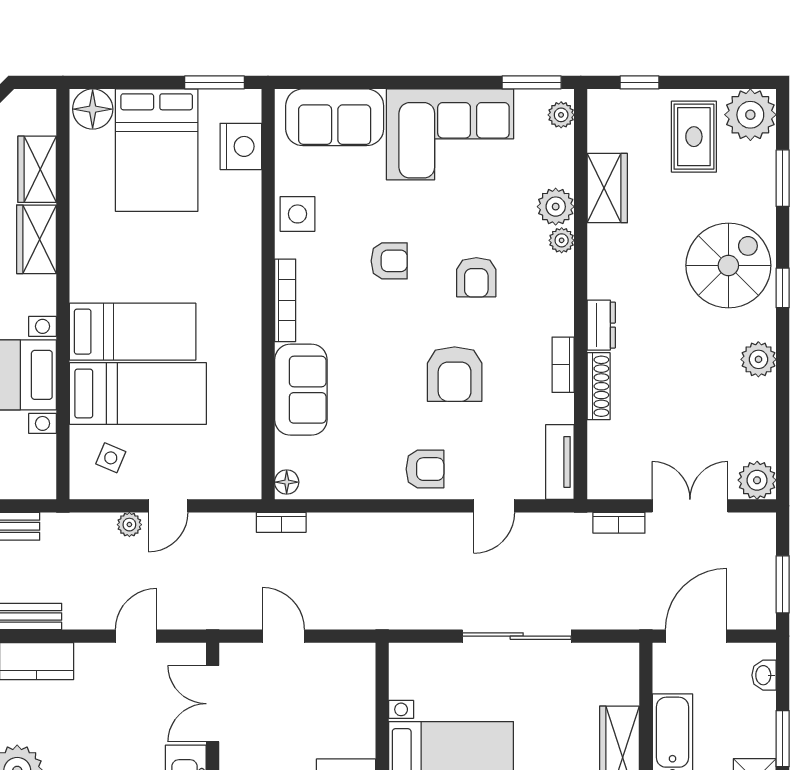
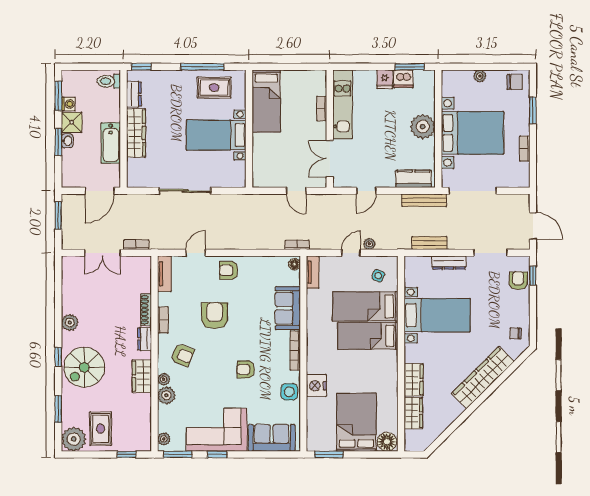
window: (449, 82) -> (217, 454), added
nightstand: (241, 146) -> (316, 386), moved
wardrobe: (607, 188) -> (142, 376), moved
armchair: (476, 277) -> (182, 355), moved, turned 112
tv unit: (248, 465) -> (313, 272), added
plant: (757, 480) -> (71, 265), removed
washbasin: (764, 675) -> (67, 141), moved
double door: (213, 704) -> (330, 159), swing flipped

